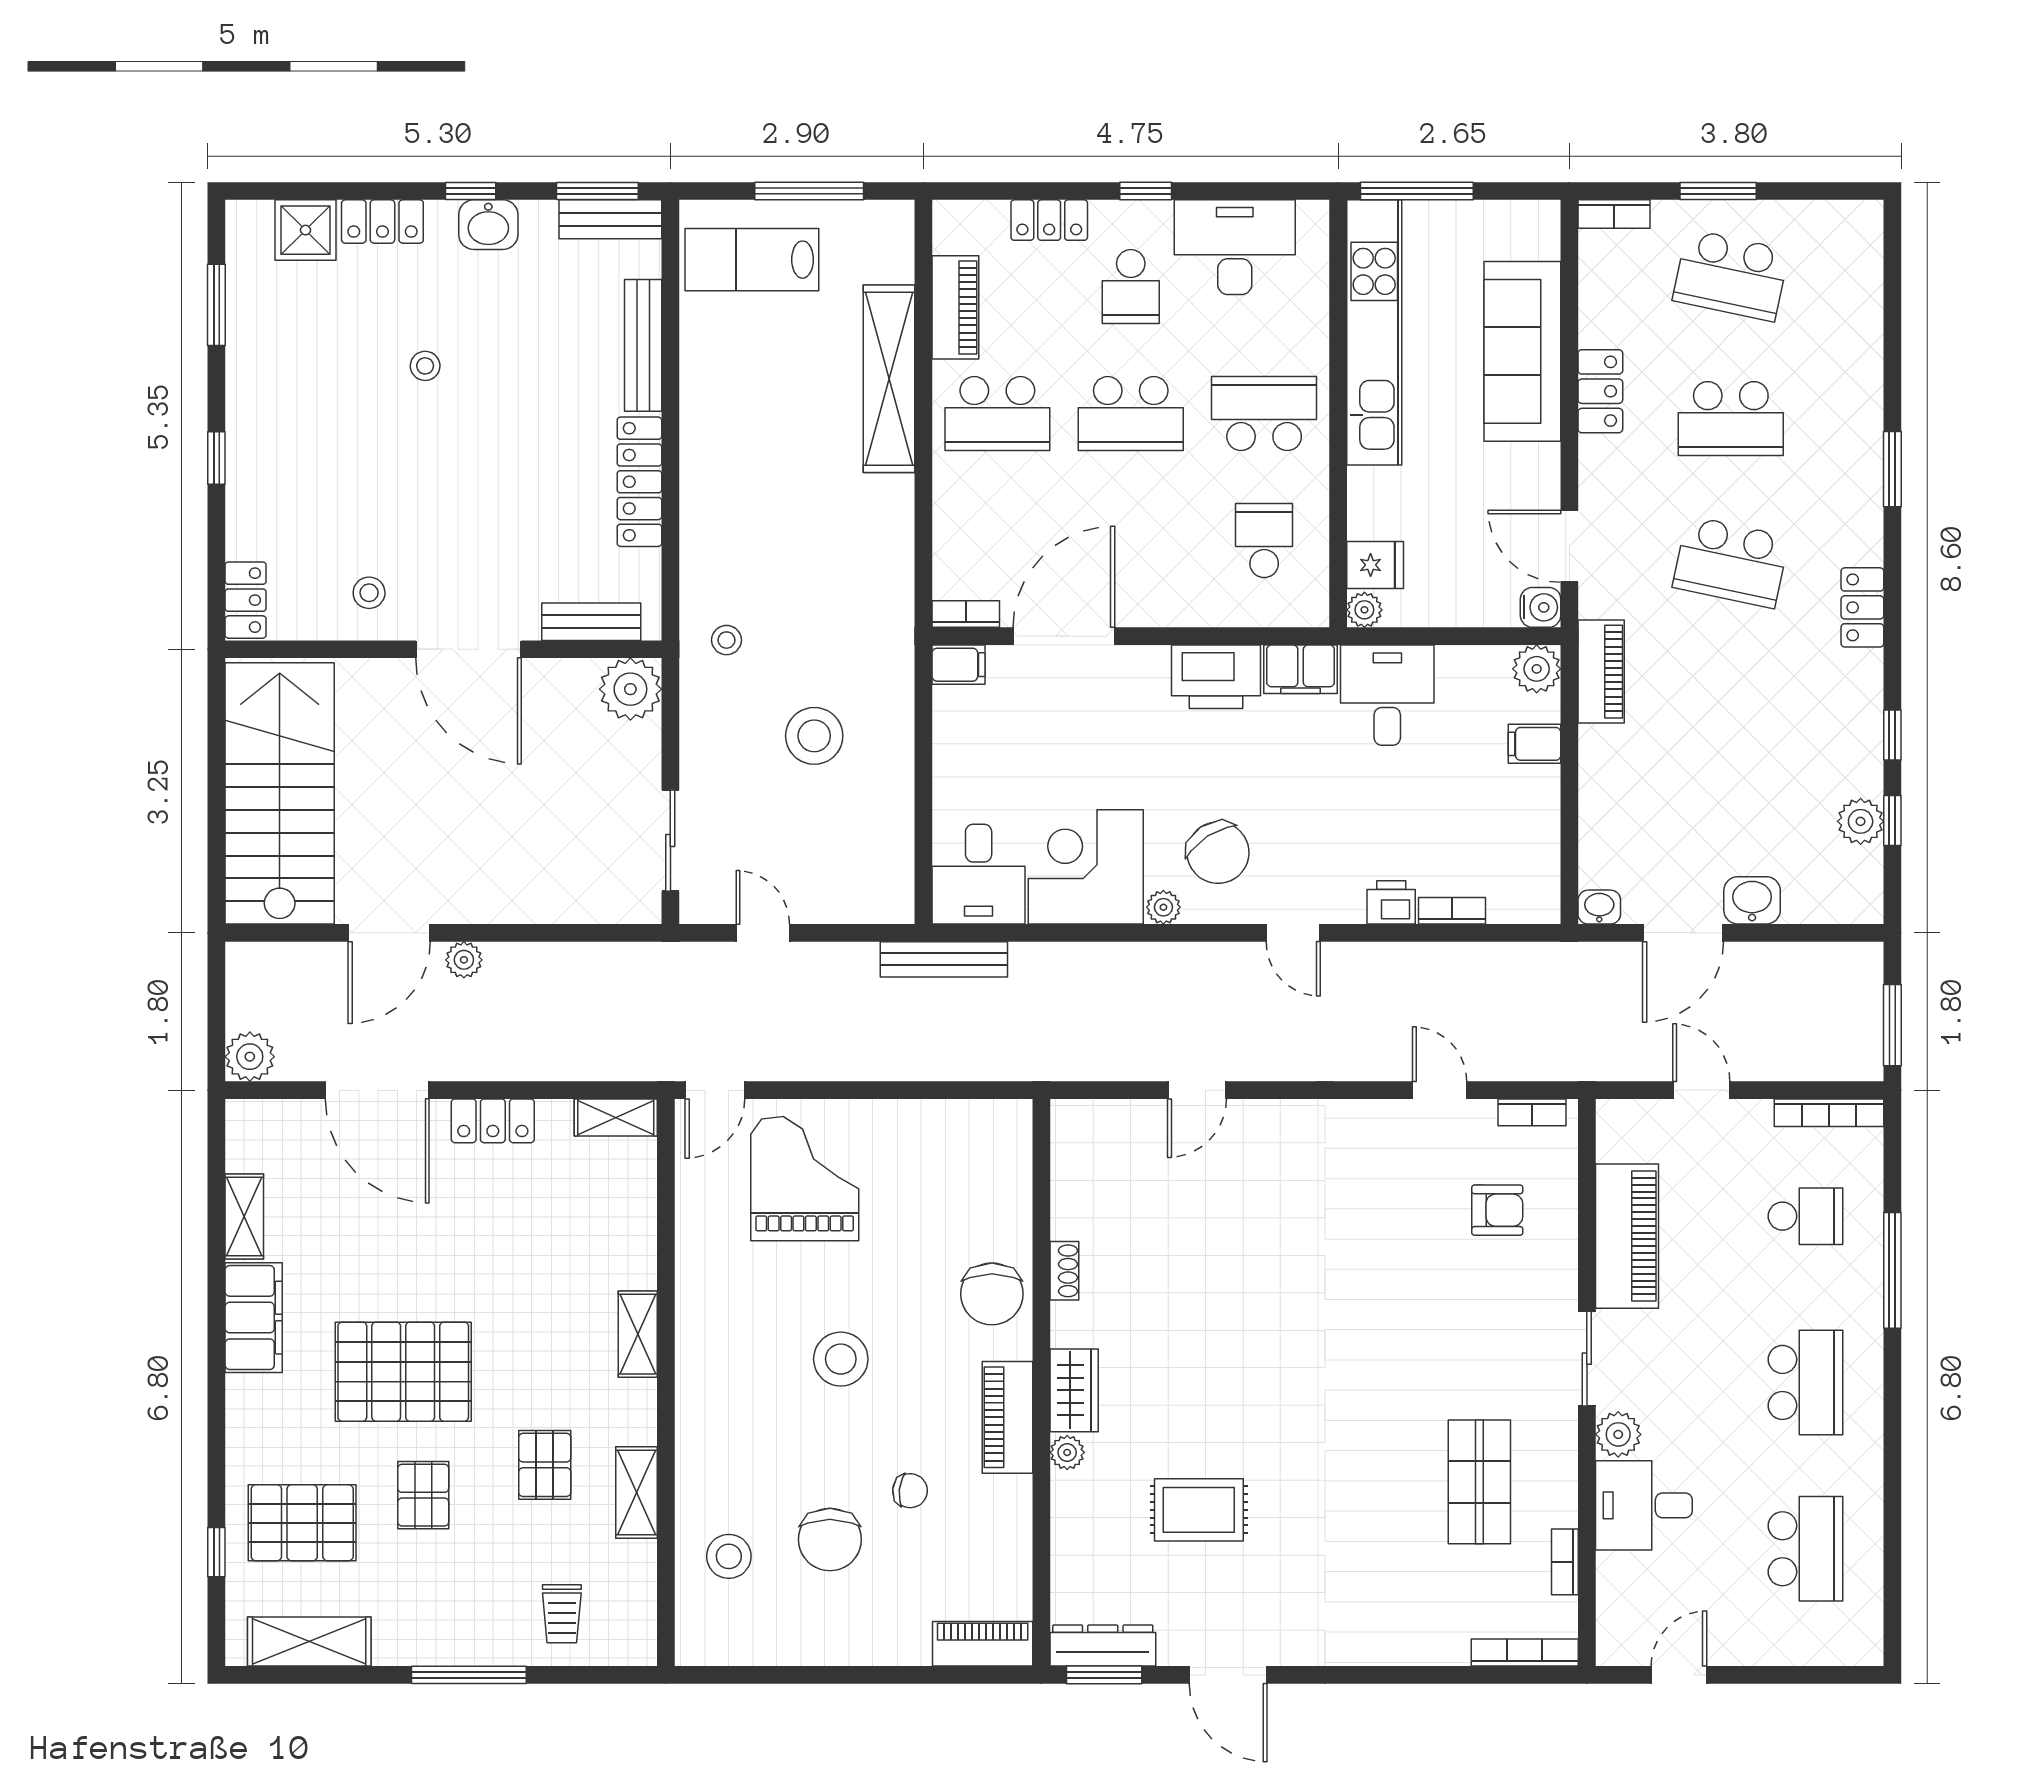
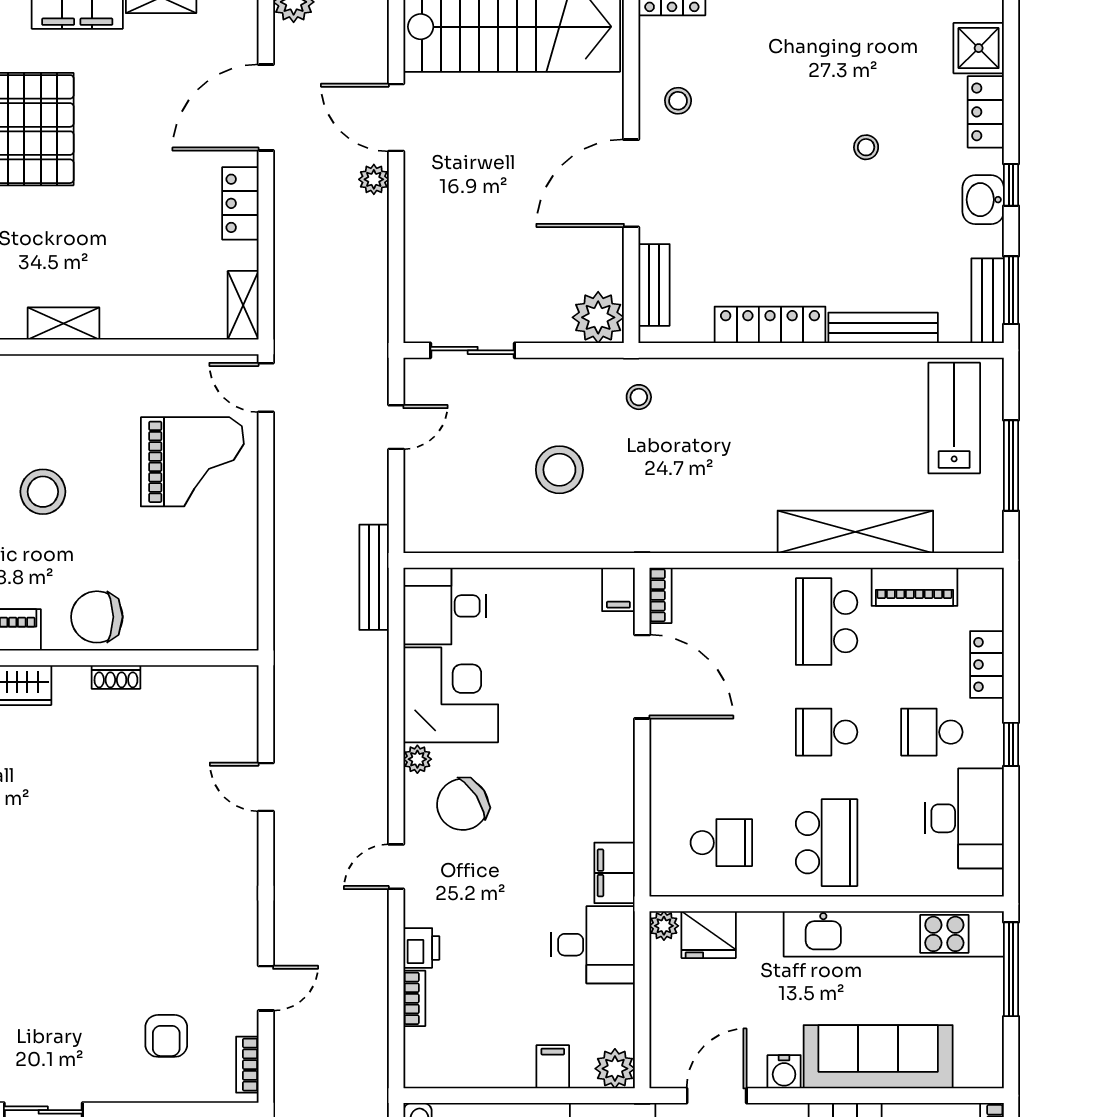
school desk: (1131, 414) -> (827, 732), width x0.54
fridge: (1375, 565) -> (709, 935), width x1.38
water cooler: (1541, 607) -> (784, 1072), moved
printer: (1216, 677) -> (608, 803), removed

